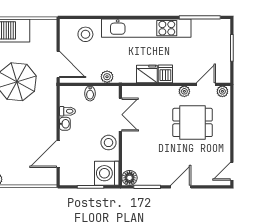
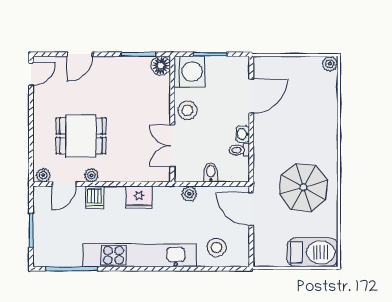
dishwasher: (165, 74) -> (94, 197), moved
door: (181, 187) -> (80, 54), moved

